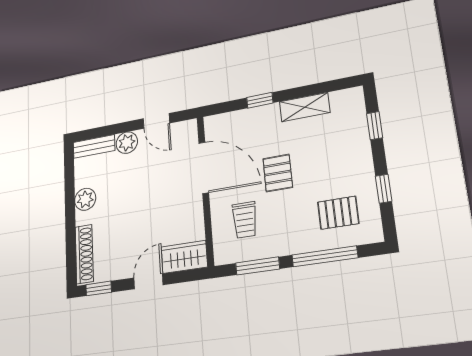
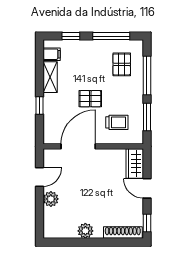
filing cabinet: (341, 102) -> (52, 54), added
bench: (94, 146) -> (49, 223), removed
window: (384, 189) -> (111, 36), width x2.17

